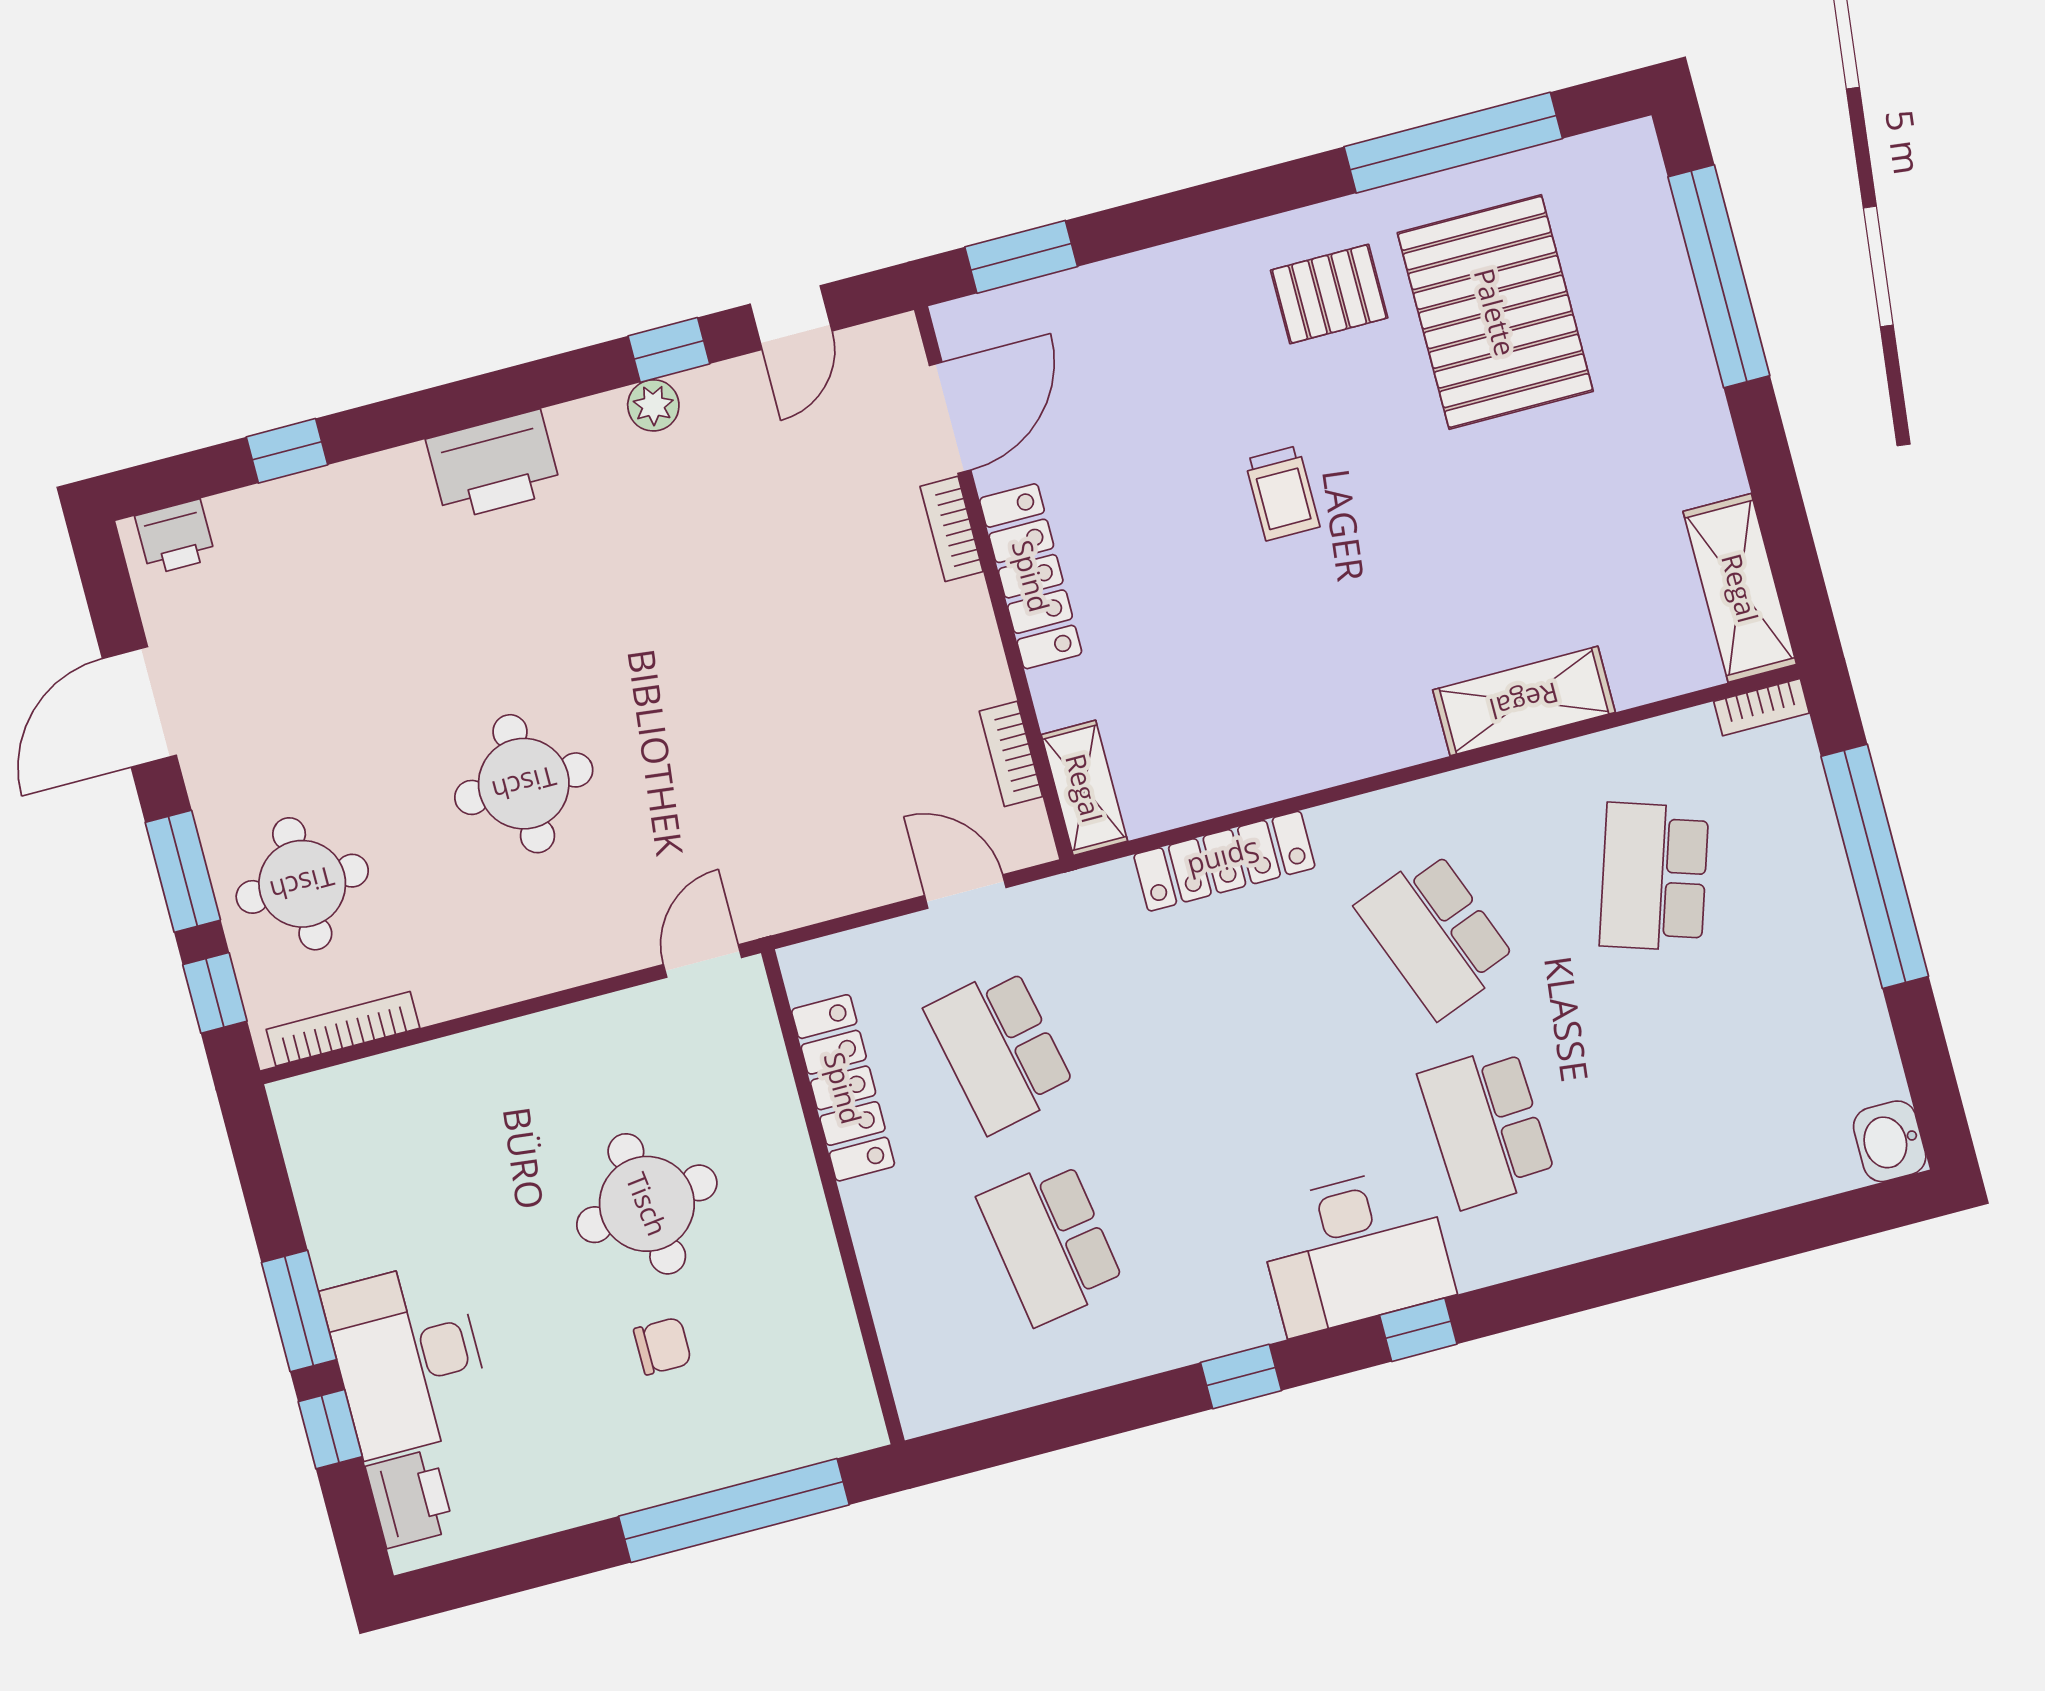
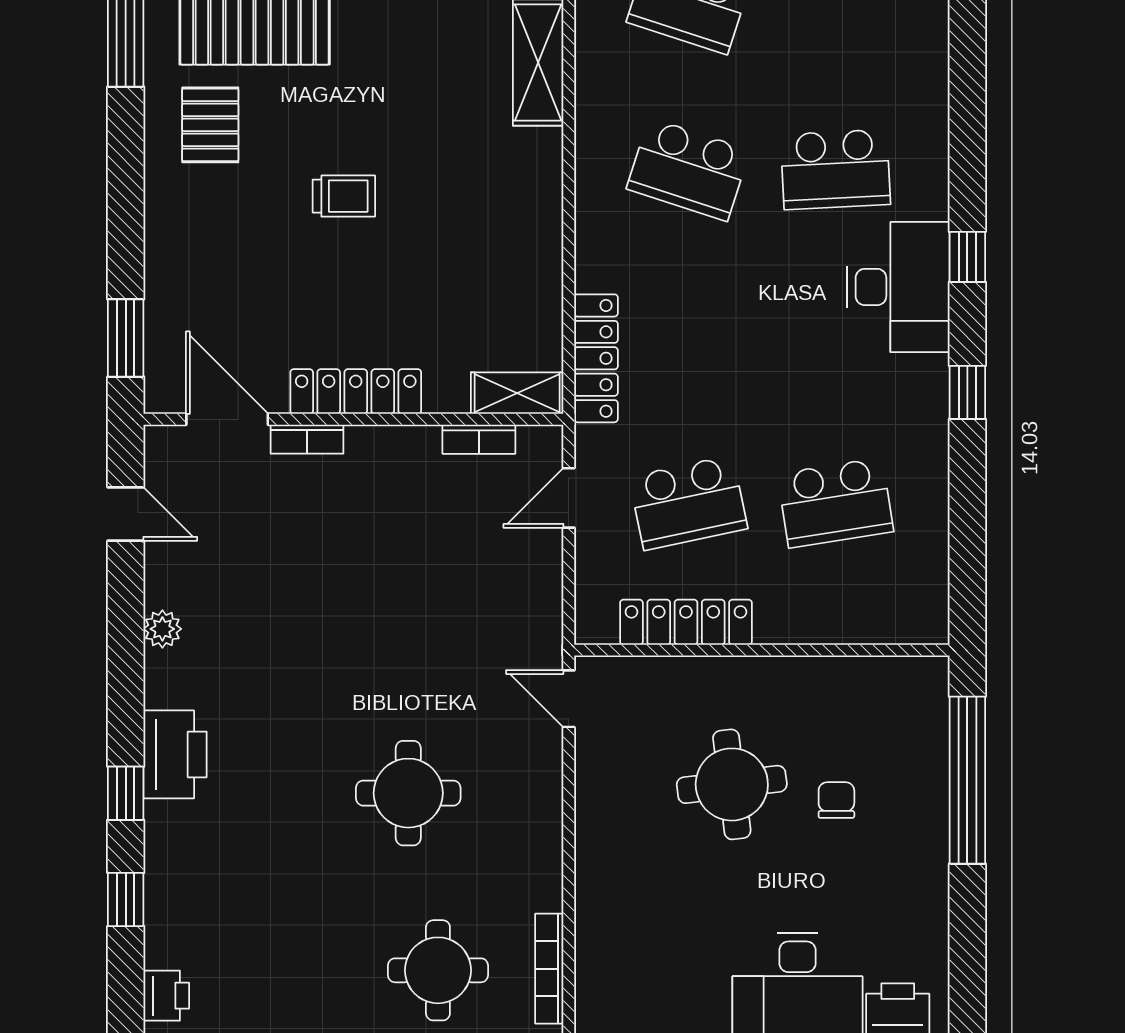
window: (669, 350) -> (126, 793), moved
locker: (1224, 861) -> (596, 358), moved
school desk: (1436, 934) -> (688, 169), turned 39

